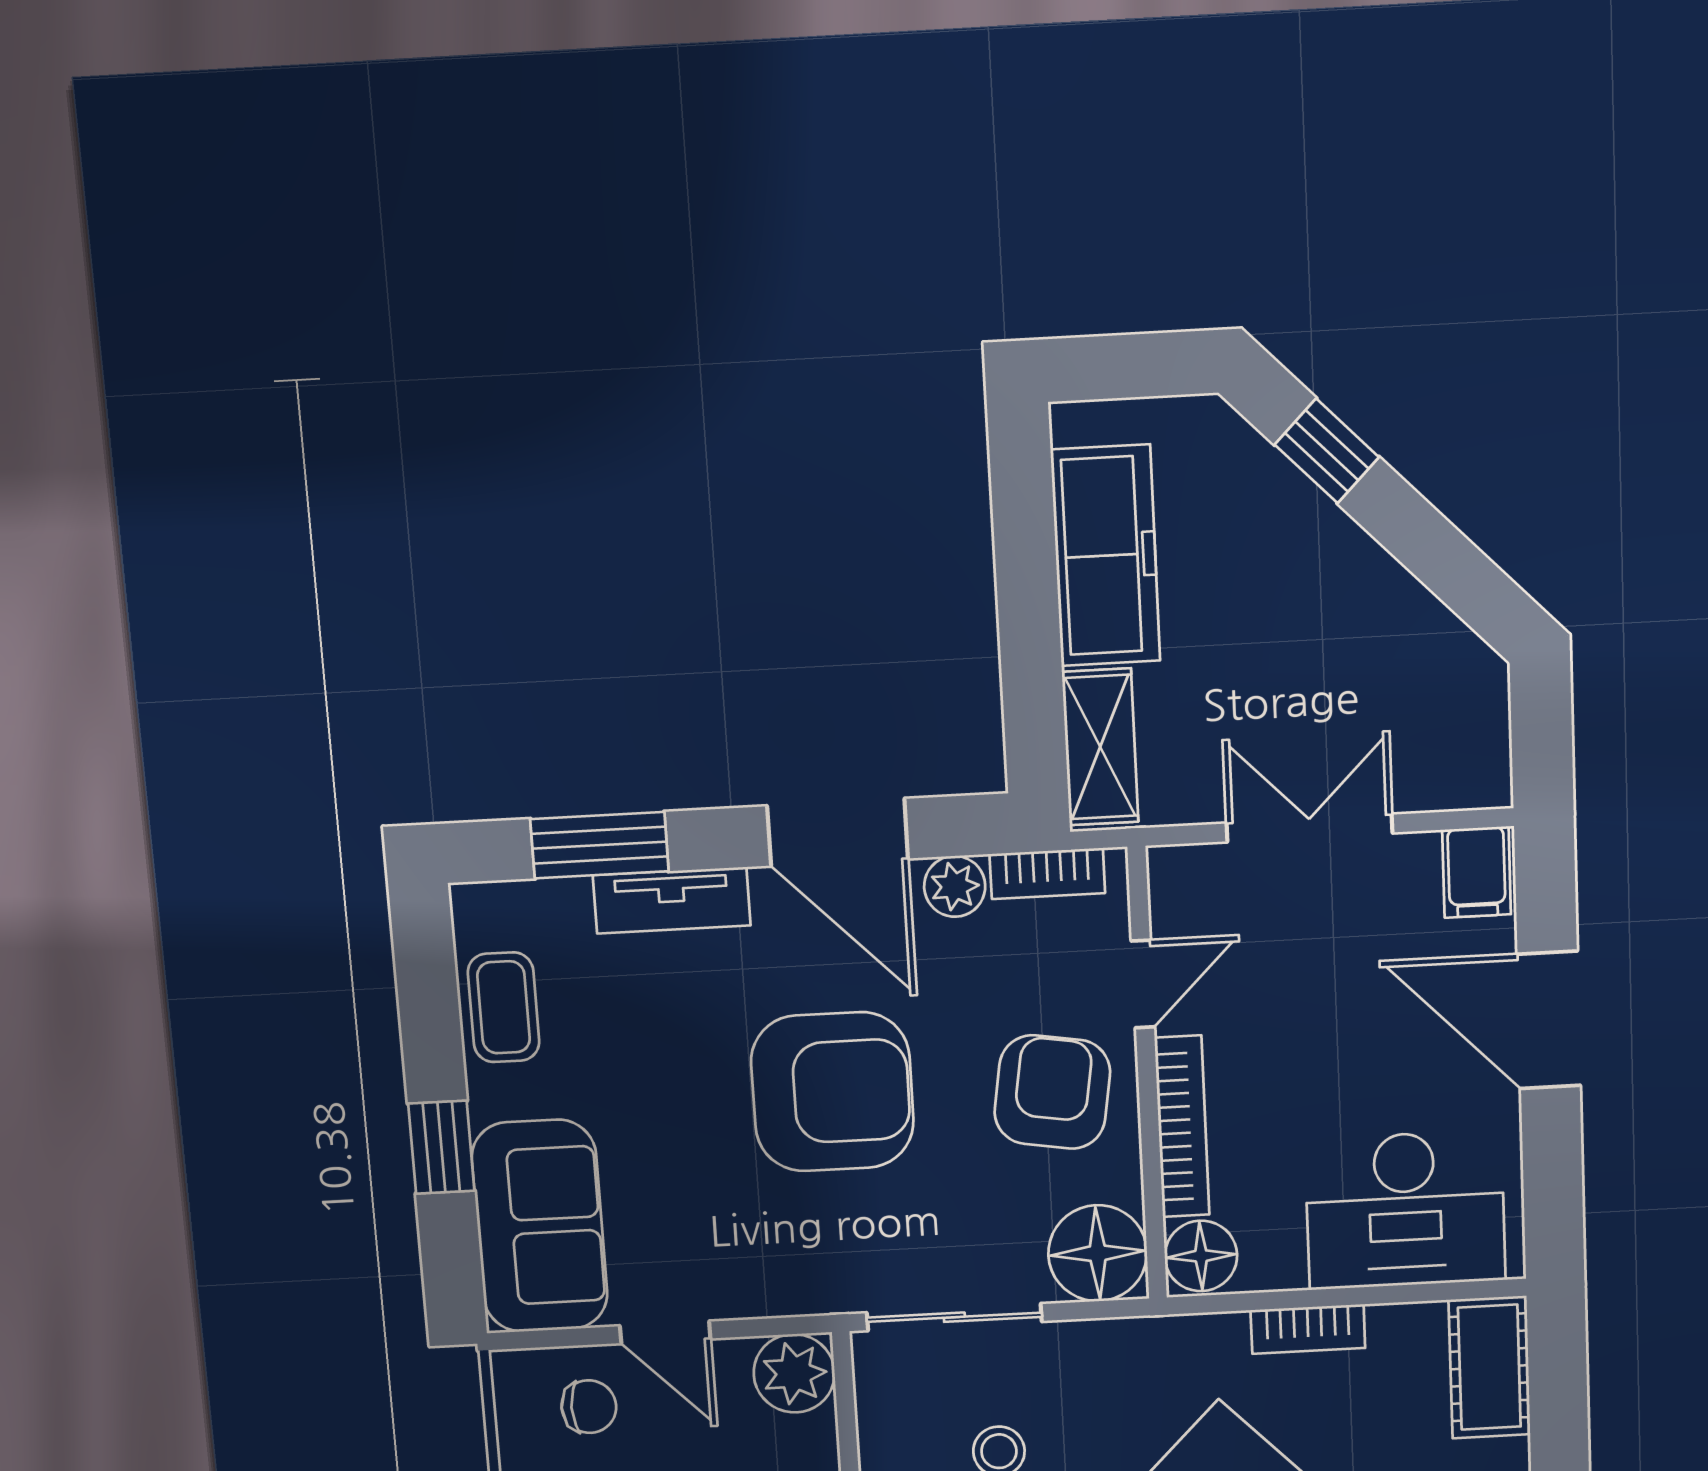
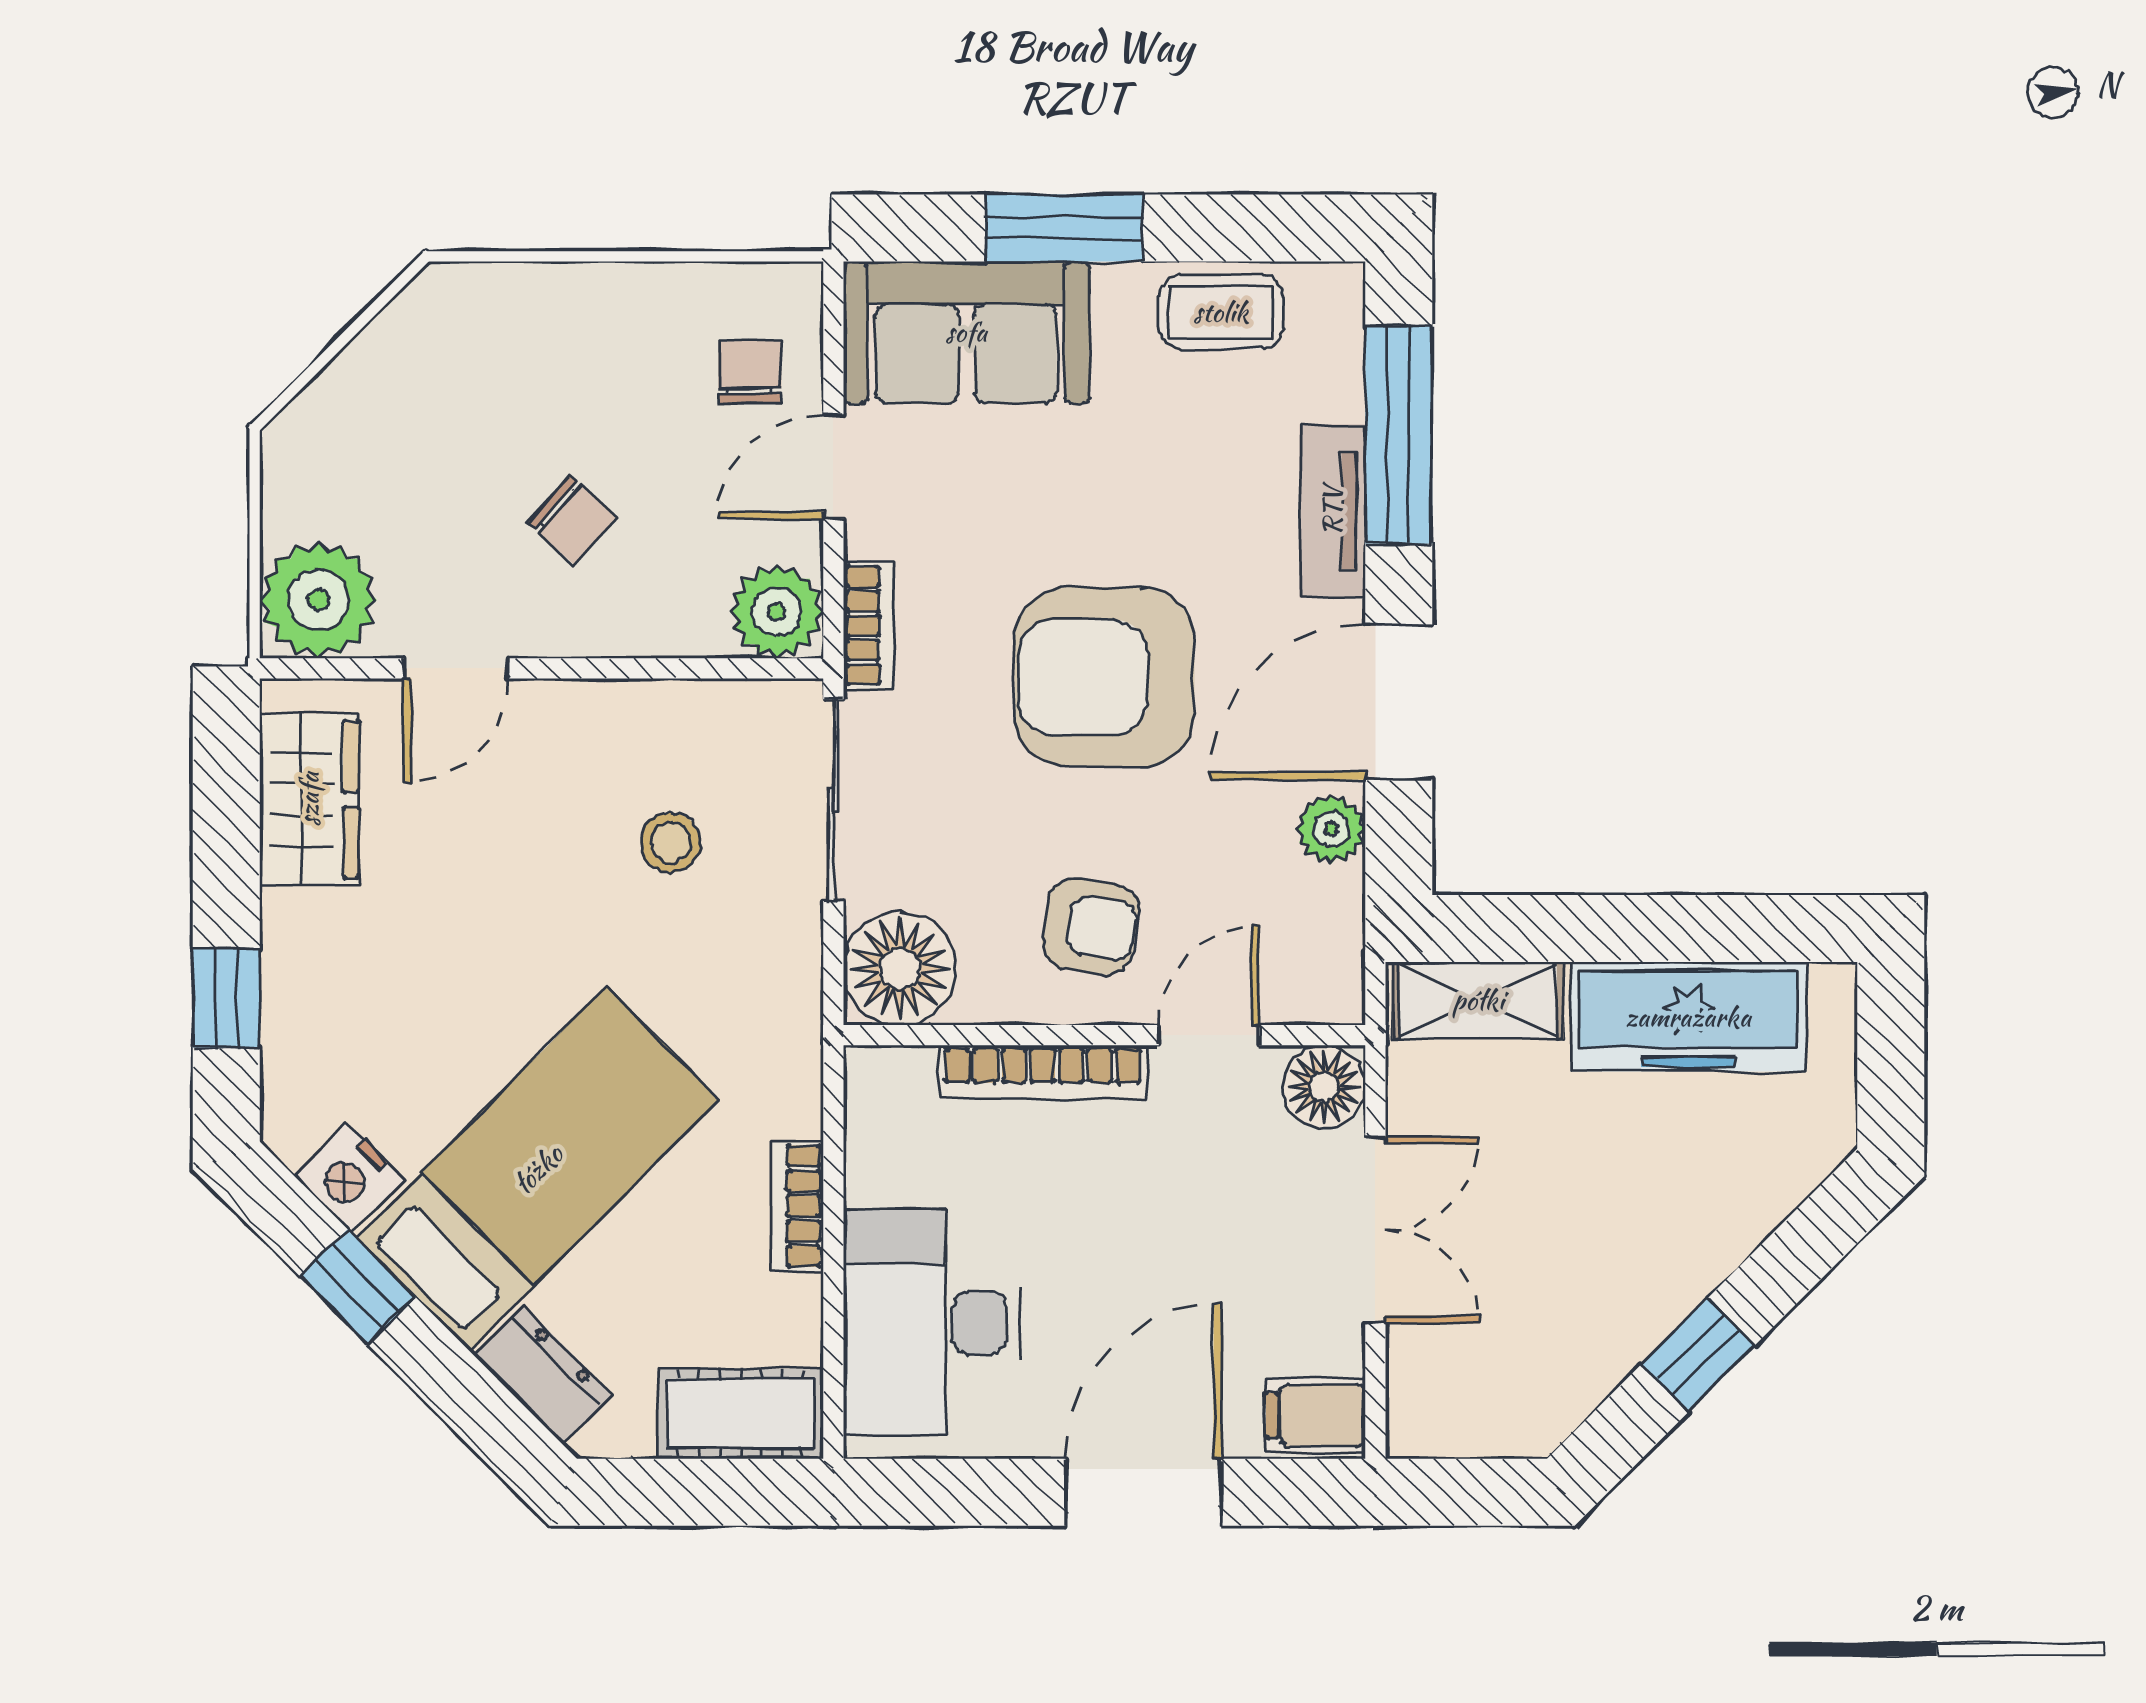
window: (1327, 451) -> (1698, 1355), moved
window: (600, 845) -> (1399, 435), width x1.44
bookcase: (1047, 874) -> (869, 626), moved, turned 180
door: (1143, 984) -> (1209, 1035), swing flipped
armchair: (832, 1092) -> (1104, 677), turned 90
armchair: (1052, 1092) -> (1091, 927), width x0.72, depth x0.72
window: (441, 1147) -> (1064, 228), width x1.50
floor lamp: (1201, 1256) -> (1324, 1087), moved
chair: (589, 1407) -> (750, 372), turned 180

